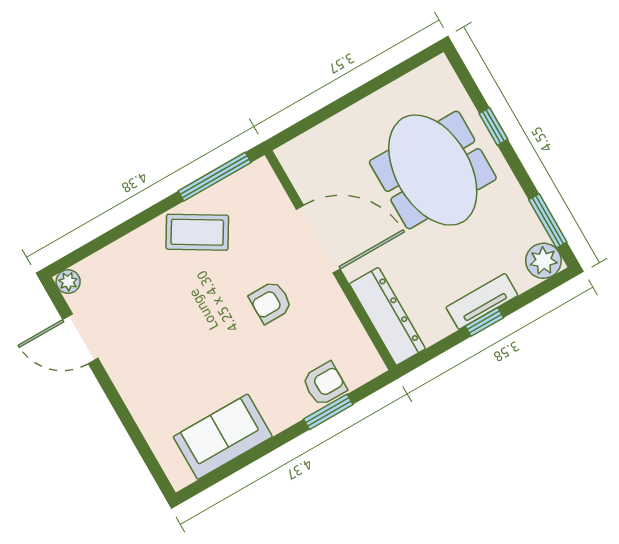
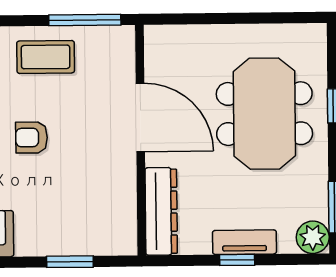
coffee table: (197, 232) -> (46, 57), turned -31
armchair: (271, 302) -> (32, 137), moved
armchair: (324, 384) -> (80, 237), removed

